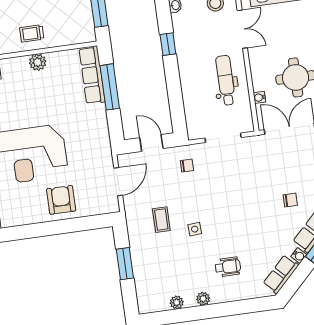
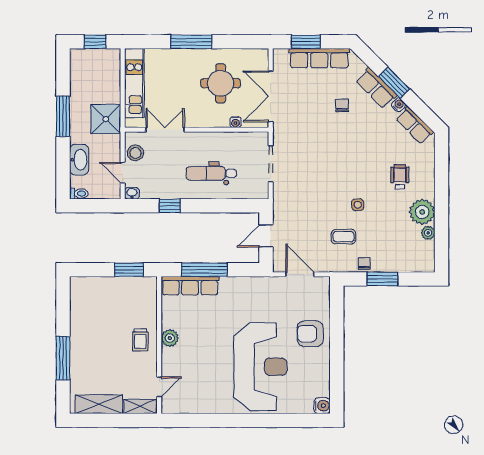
dental chair: (226, 80) -> (211, 173), moved
chair: (187, 166) -> (364, 263), moved
plant: (203, 299) -> (422, 212), width x1.87, depth x1.87

